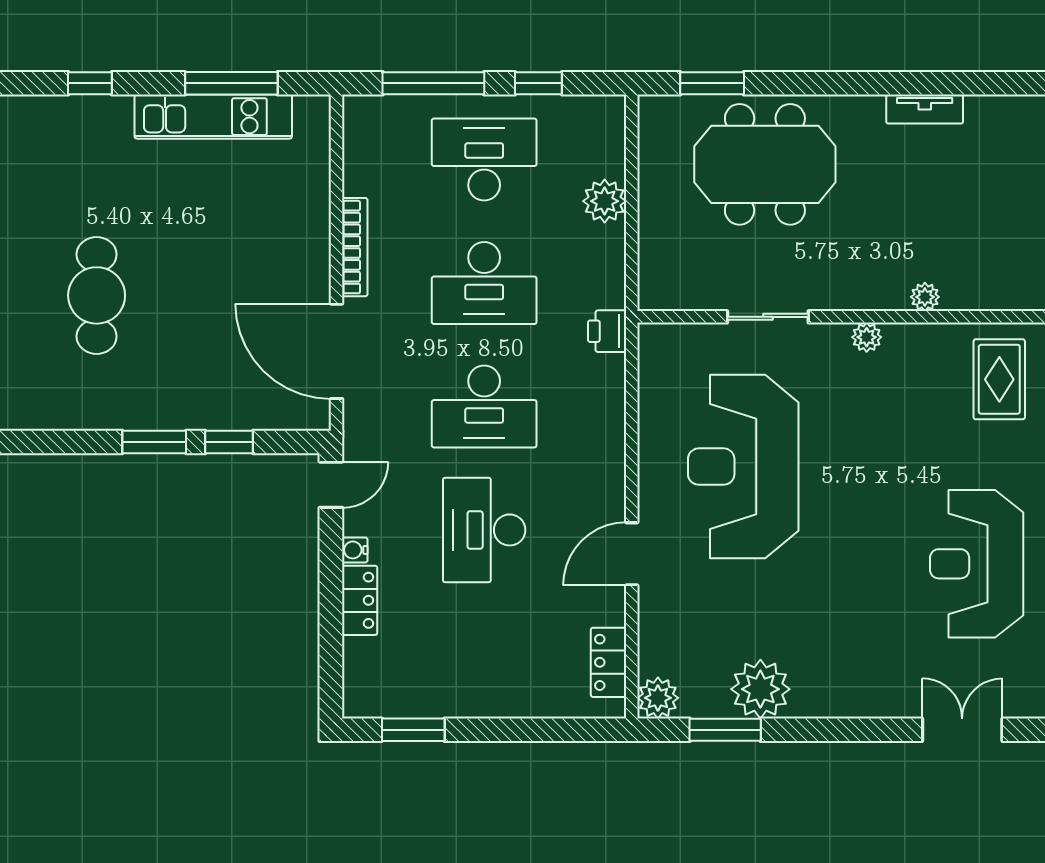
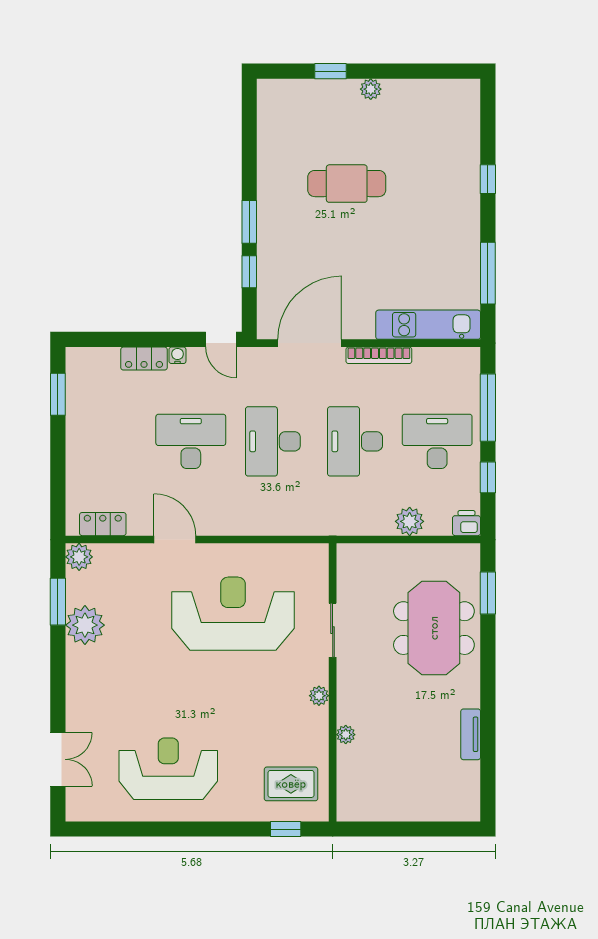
kitchen unit: (213, 117) -> (428, 325), moved, turned 90
desk: (484, 160) -> (437, 441), turned -90
printer: (607, 331) -> (466, 523), moved

